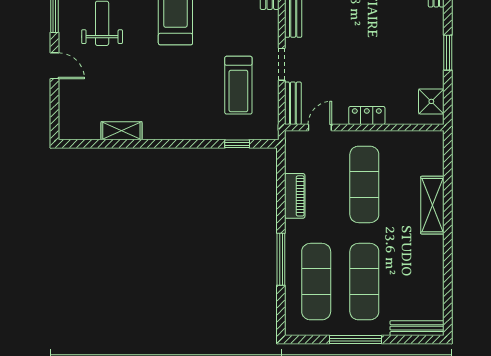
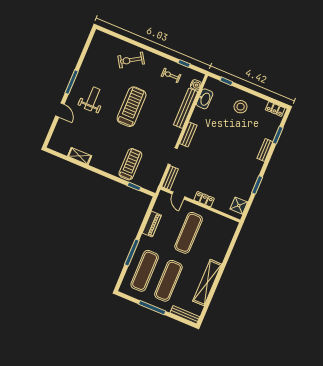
treadmill: (238, 85) -> (130, 164), moved, turned 180
door: (320, 127) -> (178, 195), swing flipped
shelving: (432, 205) -> (207, 283), moved, width x1.47

